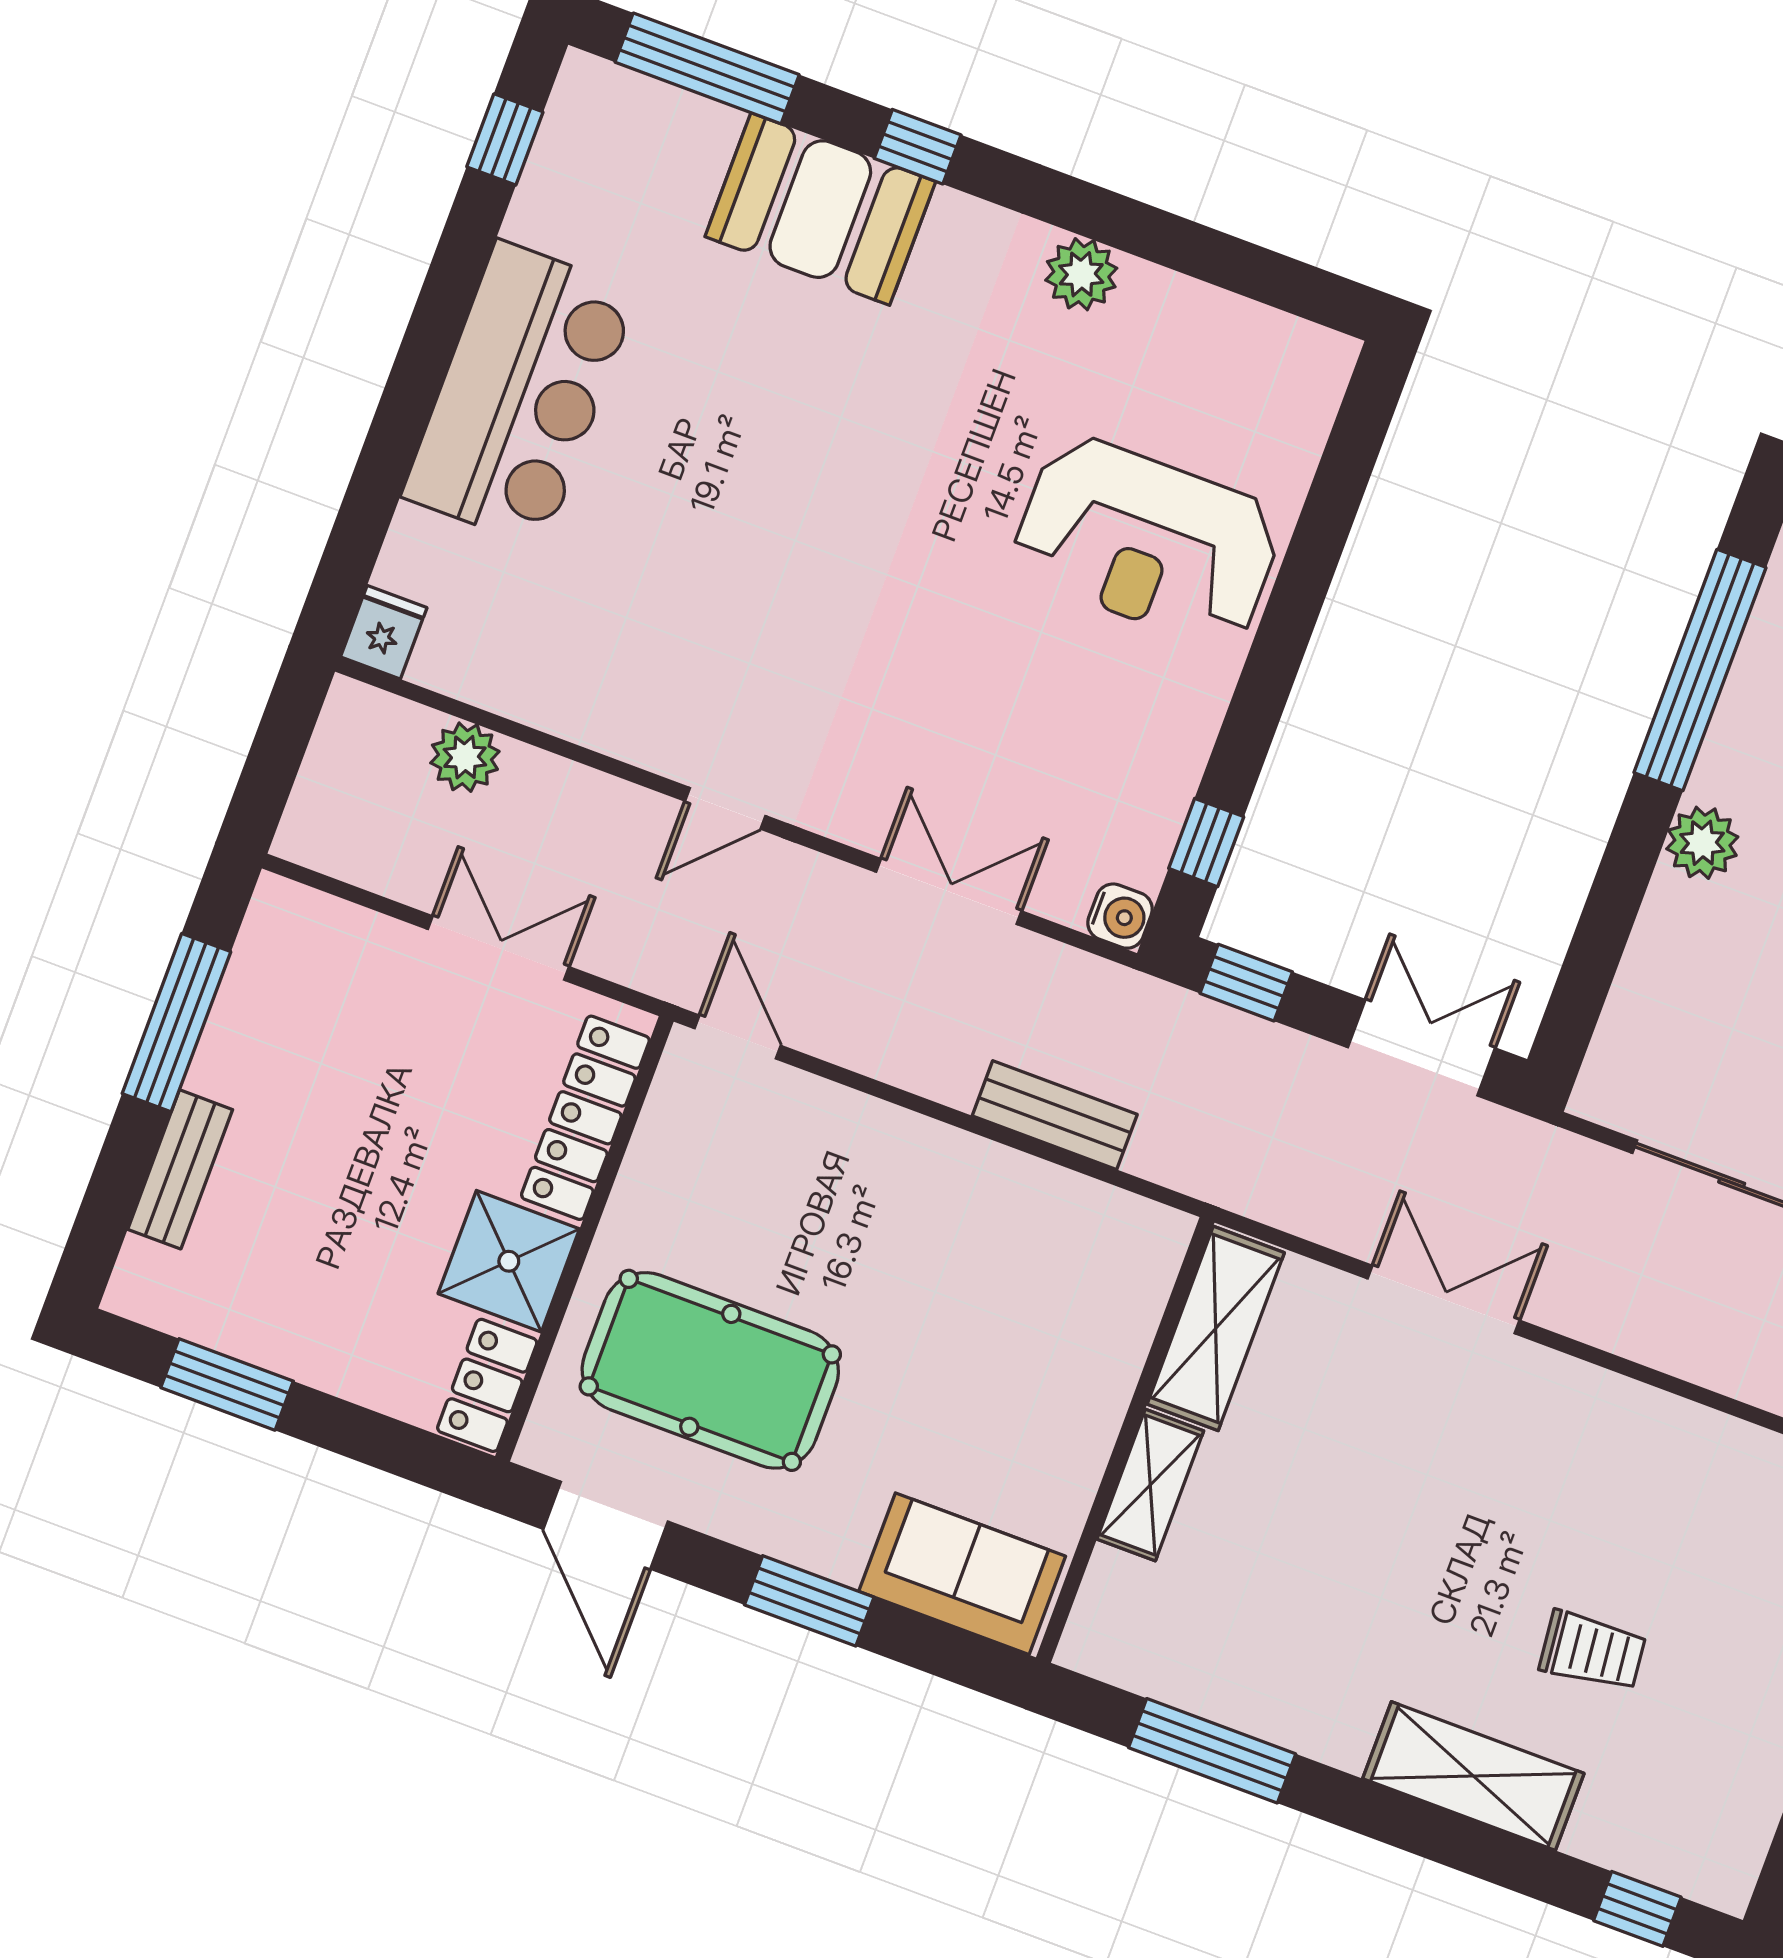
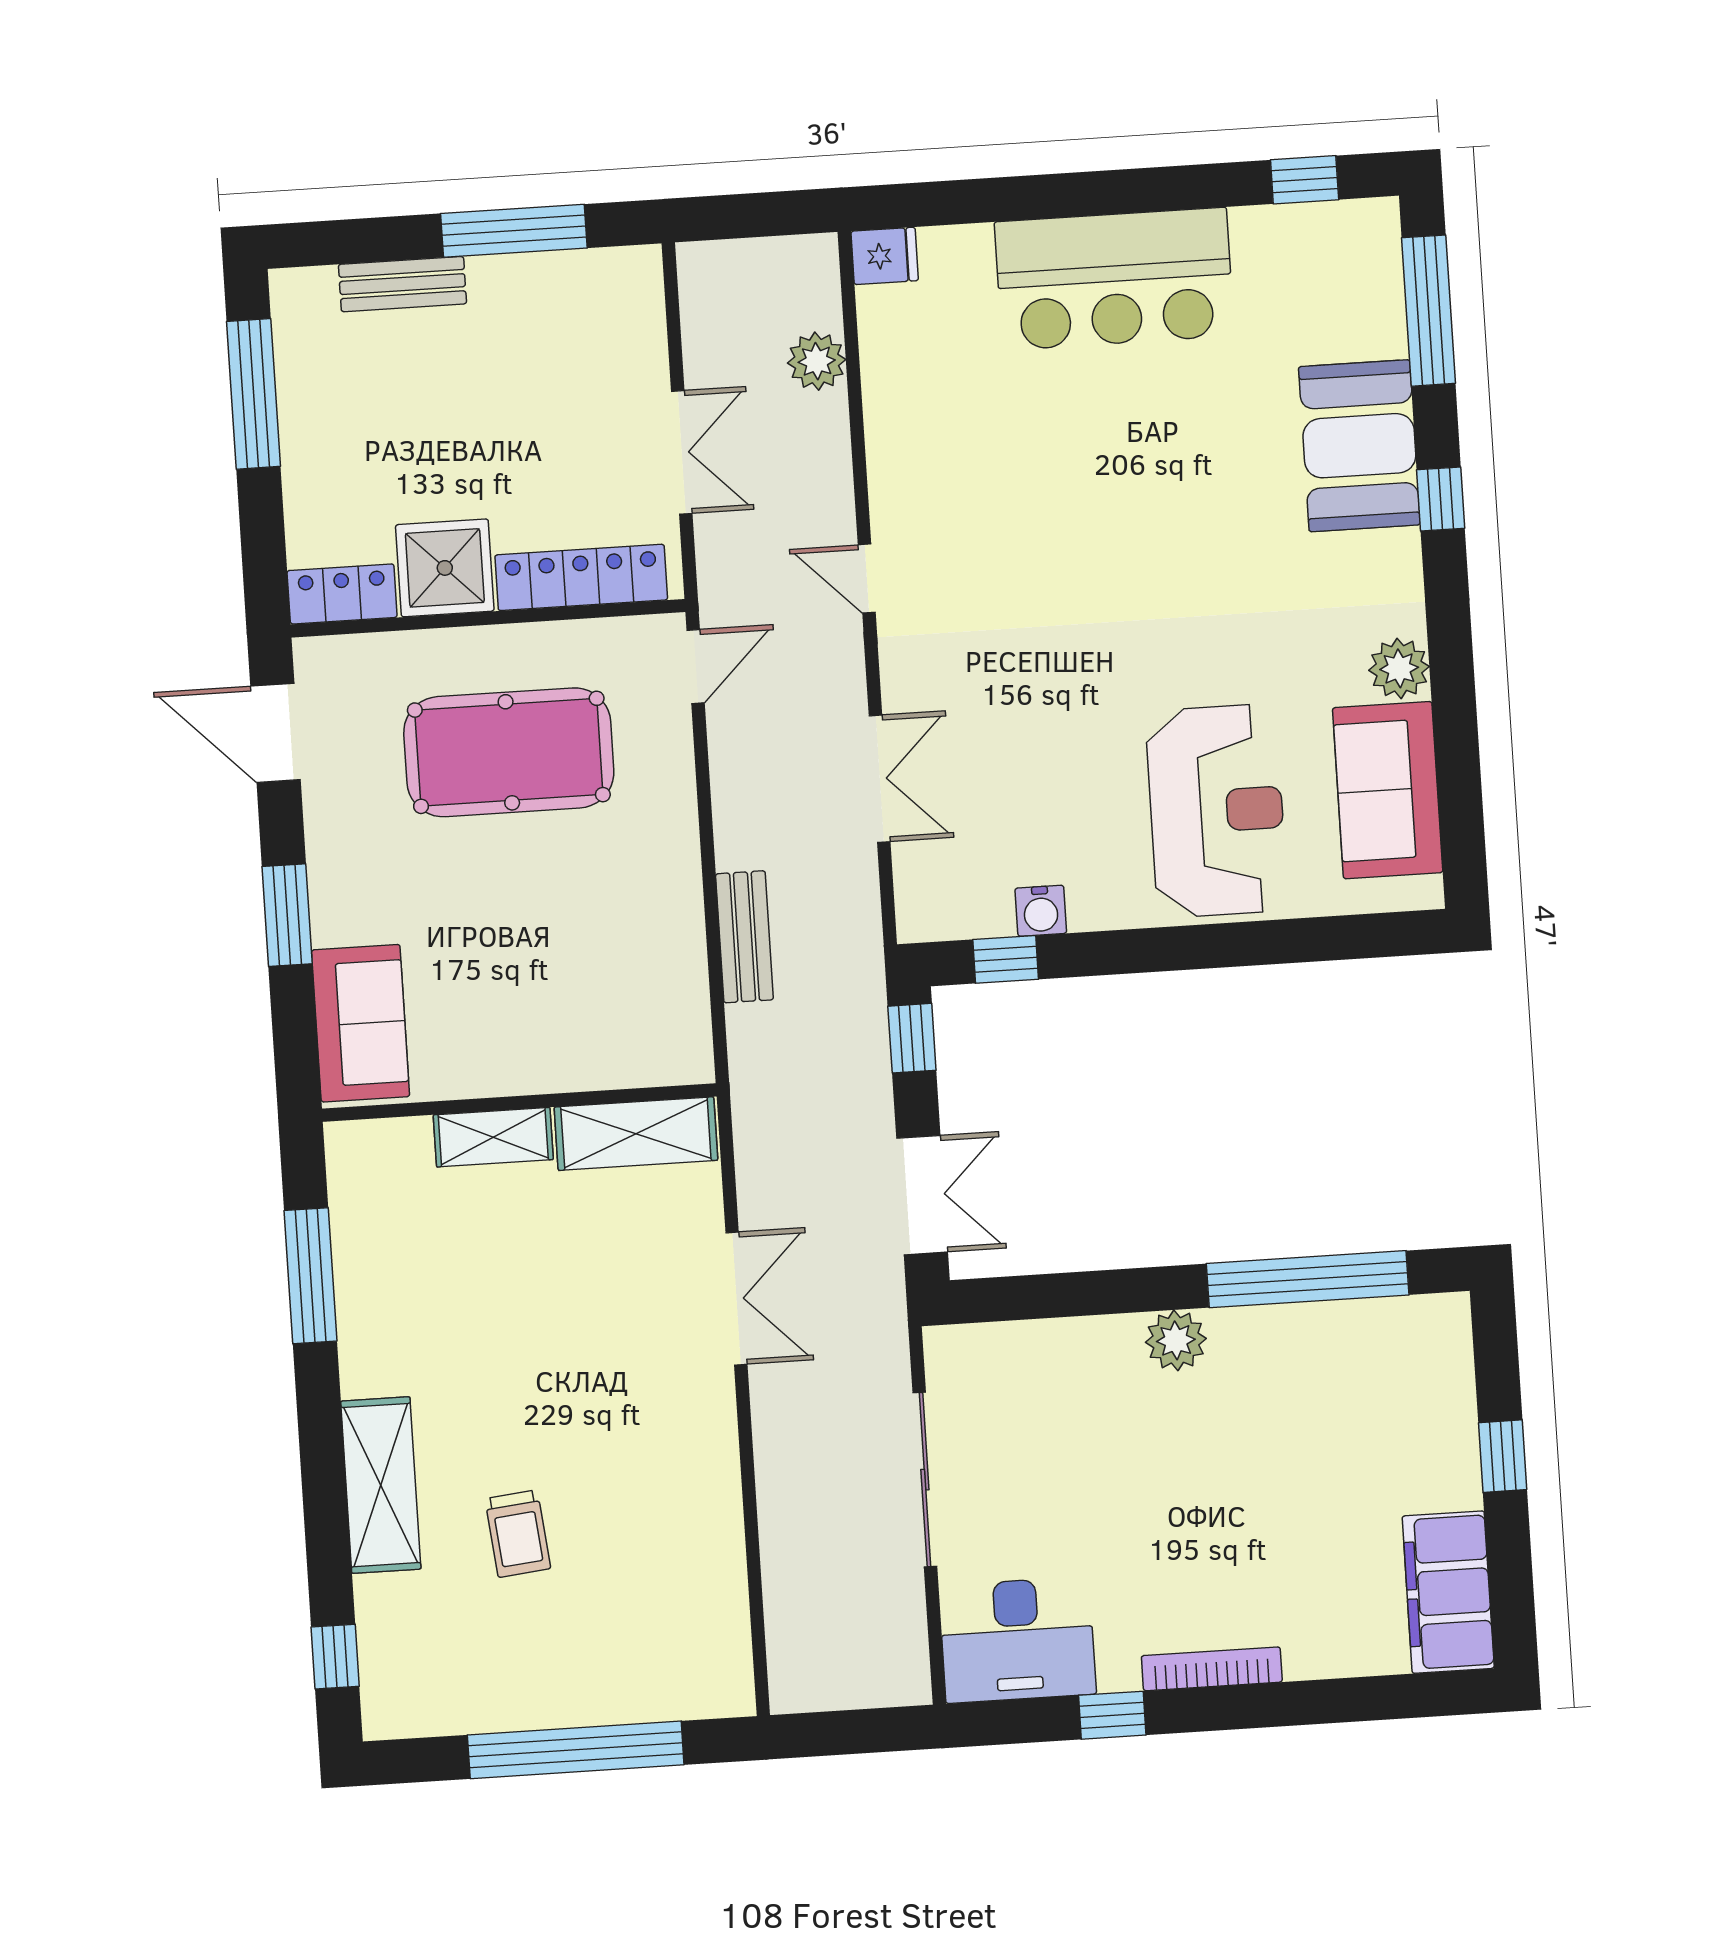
sofa: (1208, 346) -> (1388, 790), added
reception desk: (1147, 541) -> (1217, 811), turned 180
water cooler: (1120, 916) -> (1041, 911), moved
pool table: (710, 1370) -> (509, 752), moved, turned 90
window: (227, 1384) -> (253, 394), width x1.44
door: (606, 1525) -> (275, 733), hinge flipped

